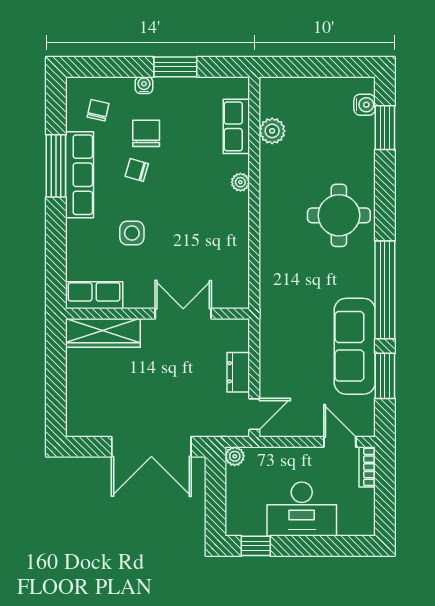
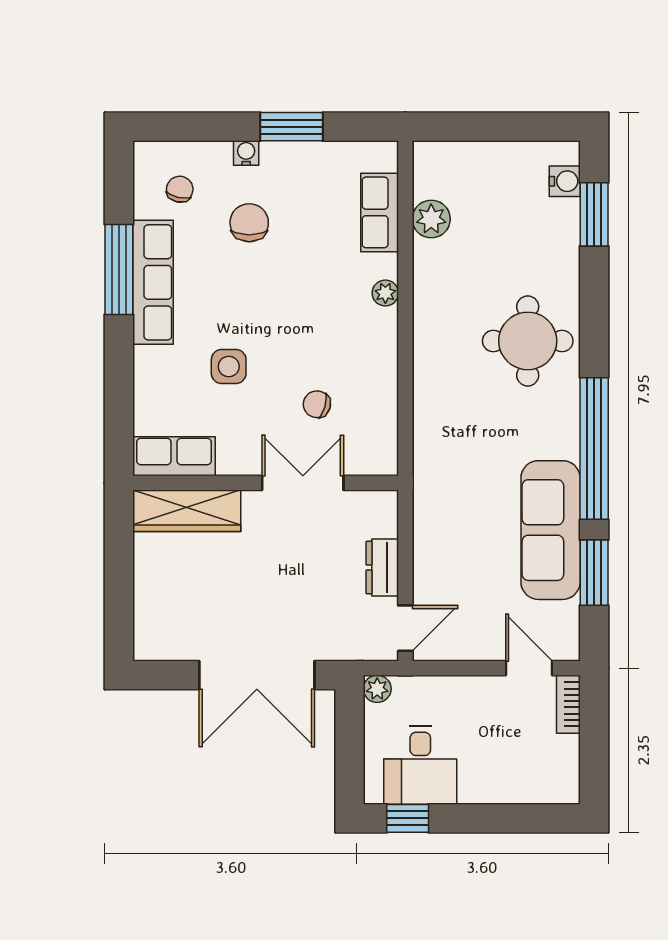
chair: (137, 170) -> (317, 404), moved
desk: (302, 509) -> (420, 765), moved, width x0.73

